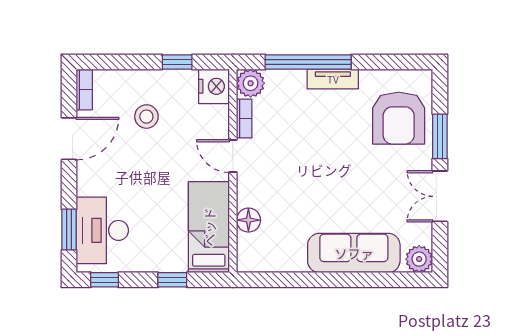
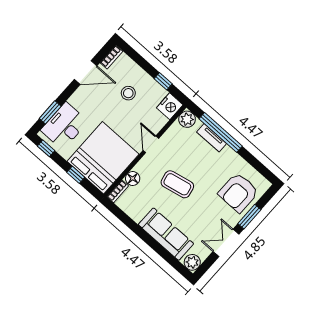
tv unit: (333, 79) -> (212, 138), moved
bookcase: (244, 119) -> (118, 191), moved
coffee table: (312, 177) -> (177, 184), added
bed: (209, 227) -> (103, 158), width x2.04

